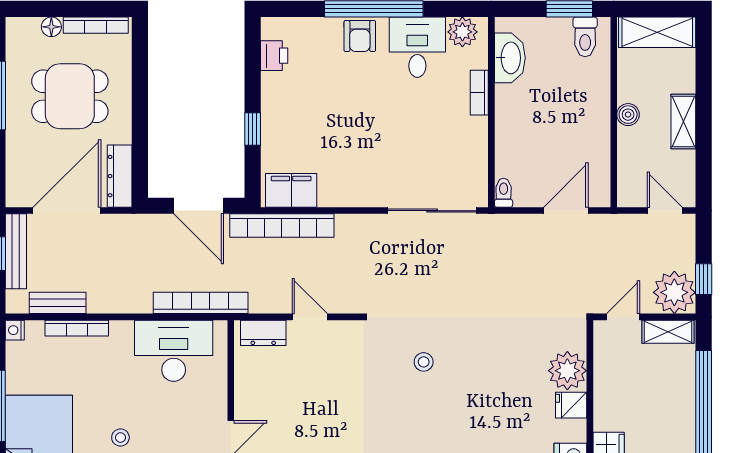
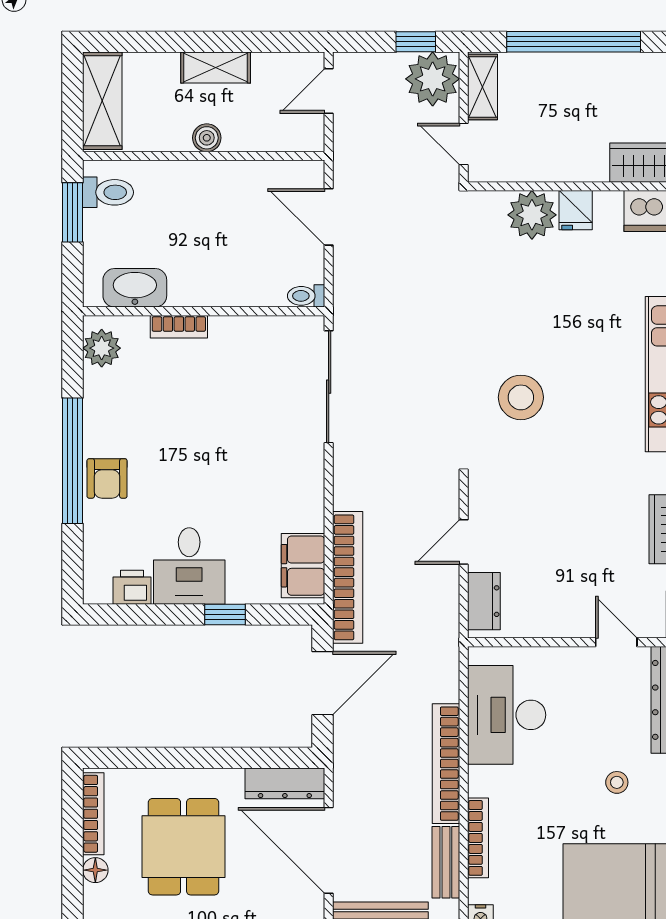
armchair: (360, 36) -> (107, 478), turned 90
desk: (417, 47) -> (189, 566), moved, turned -90
bookcase: (201, 303) -> (446, 764), moved
stool: (424, 362) -> (521, 397), width x1.89, depth x1.89

